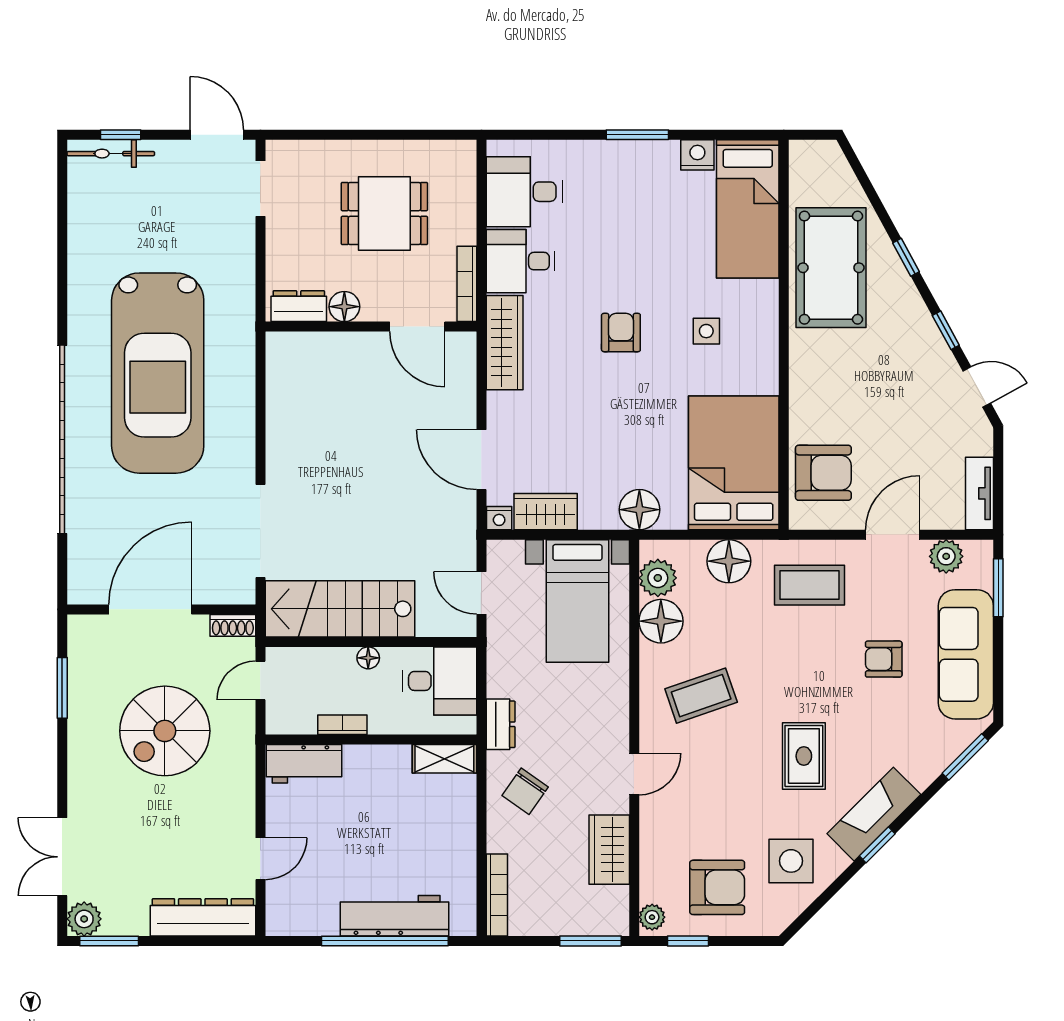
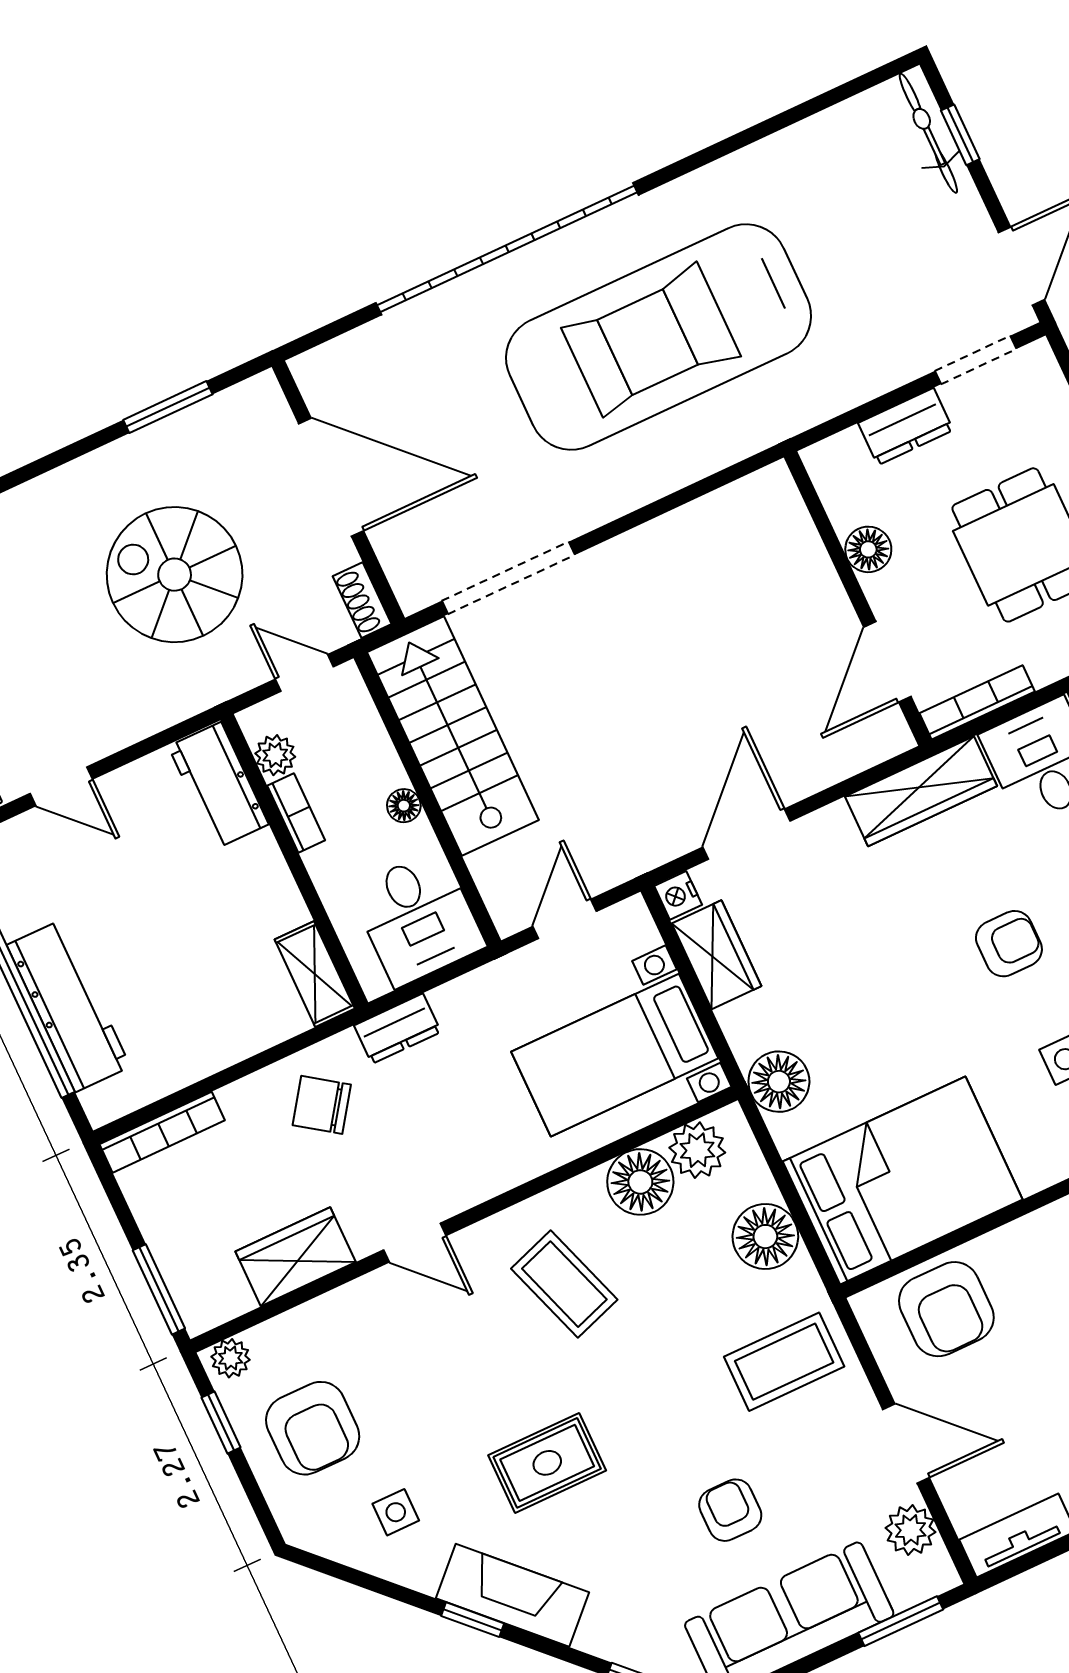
dresser: (299, 306) -> (906, 427), moved, turned 90
coffee table: (809, 585) -> (784, 1362), turned 90
plant: (302, 721) -> (275, 755), added
side table: (791, 861) -> (396, 1512), width x0.54, depth x0.54

